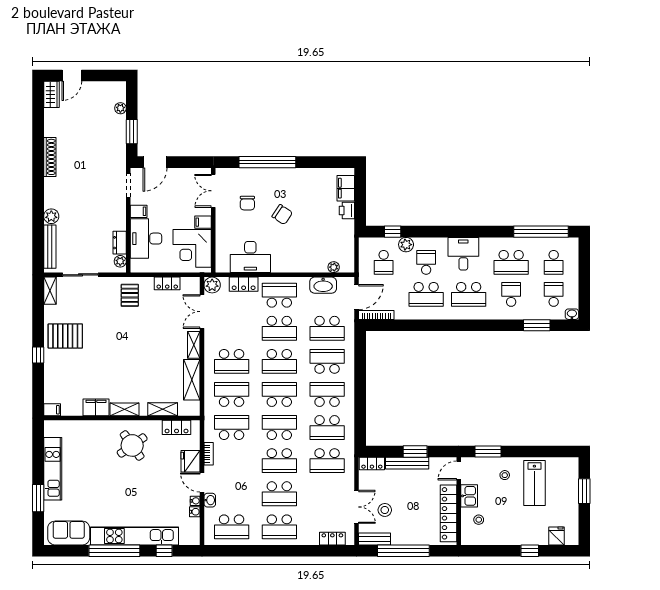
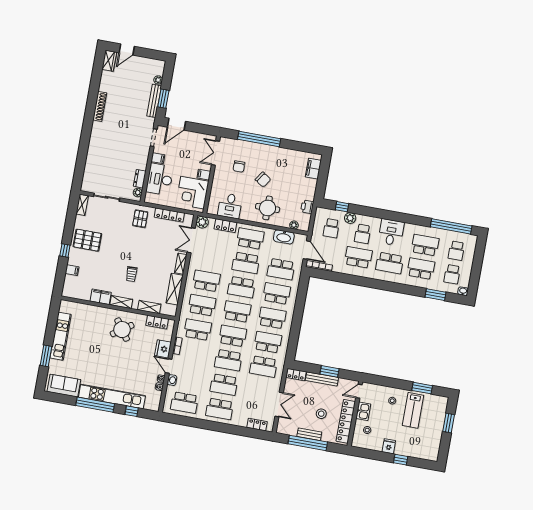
printer: (347, 211) -> (307, 207), moved
plant: (51, 216) -> (93, 150), removed
bench: (50, 247) -> (154, 101), moved
round table: (295, 251) -> (268, 208), added
desk: (250, 257) -> (230, 206), width x0.73
school desk: (426, 262) -> (363, 234), turned 180
school desk: (511, 262) -> (425, 245), turned 180
locker: (167, 283) -> (169, 215), width x1.53
school desk: (426, 294) -> (358, 257), turned 180
school desk: (511, 294) -> (421, 269), width x1.85
school desk: (554, 294) -> (452, 274), turned 180
door: (357, 297) -> (307, 250), hinge flipped
school desk: (232, 361) -> (206, 281), turned 180
trolley: (131, 370) -> (131, 274), added
filing cabinet: (52, 410) -> (72, 270), moved
school desk: (327, 428) -> (268, 342), turned 180
window: (488, 451) -> (422, 388), moved
stool: (385, 510) -> (321, 414), moved
fridge: (557, 536) -> (389, 446), moved
bench: (375, 539) -> (309, 434), moved

